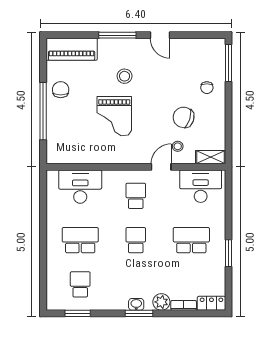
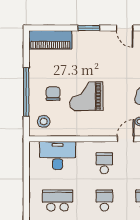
window: (117, 35) -> (89, 28), width x0.69
stool: (125, 76) -> (44, 121), moved
chair: (61, 90) -> (53, 94), moved
grand piano: (114, 116) -> (86, 96), turned 90

